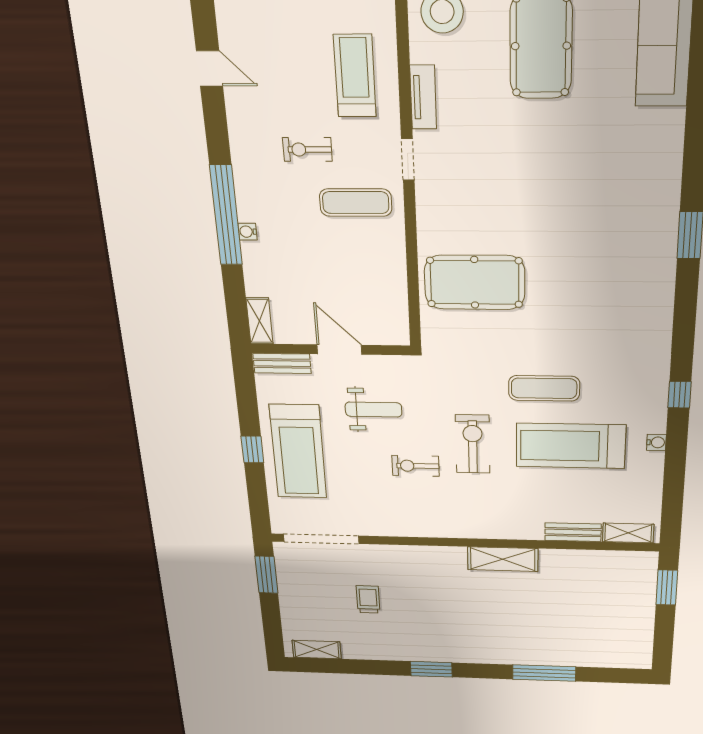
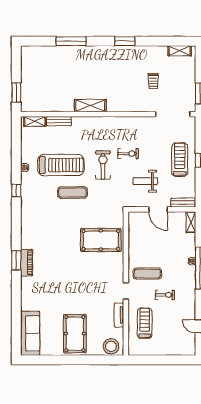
treadmill: (355, 76) -> (145, 323), turned 180
piano: (663, 230) -> (27, 263), added
exercise bike: (473, 444) -> (103, 165), turned 180
treadmill: (298, 452) -> (180, 160), width x0.73, depth x0.73

